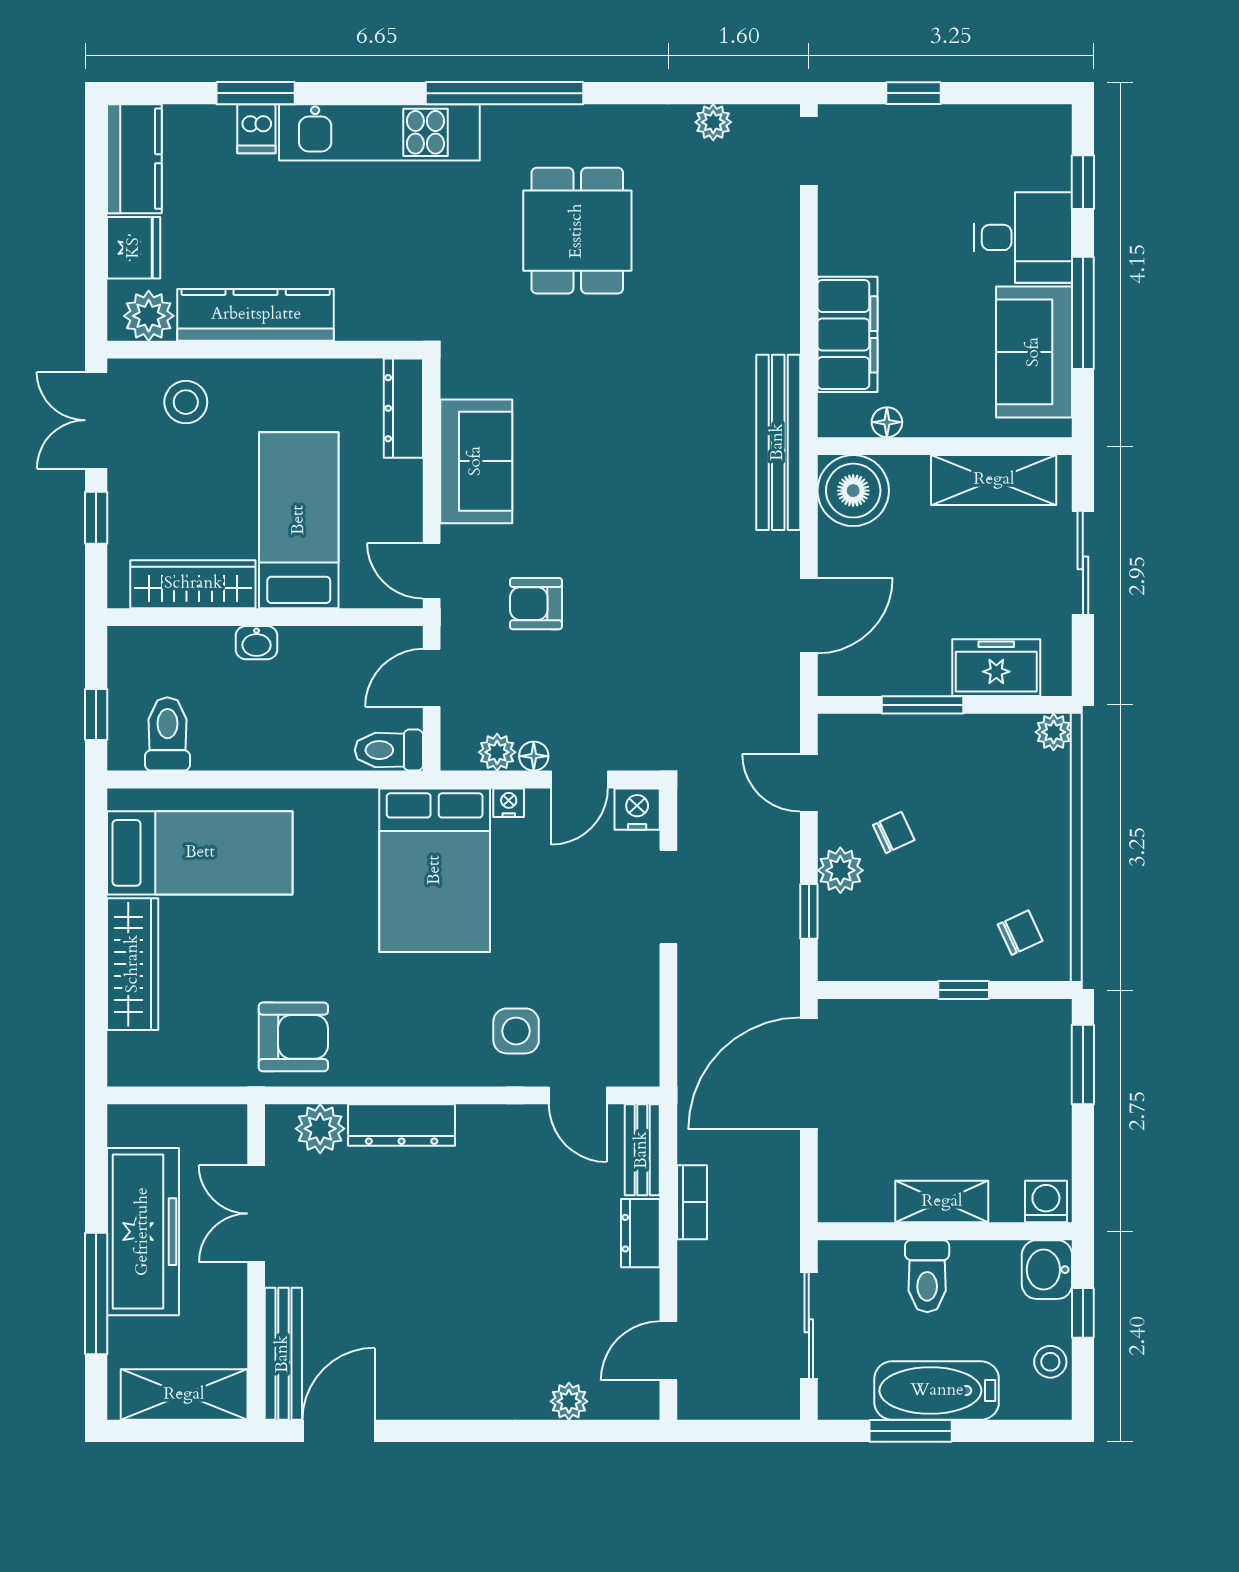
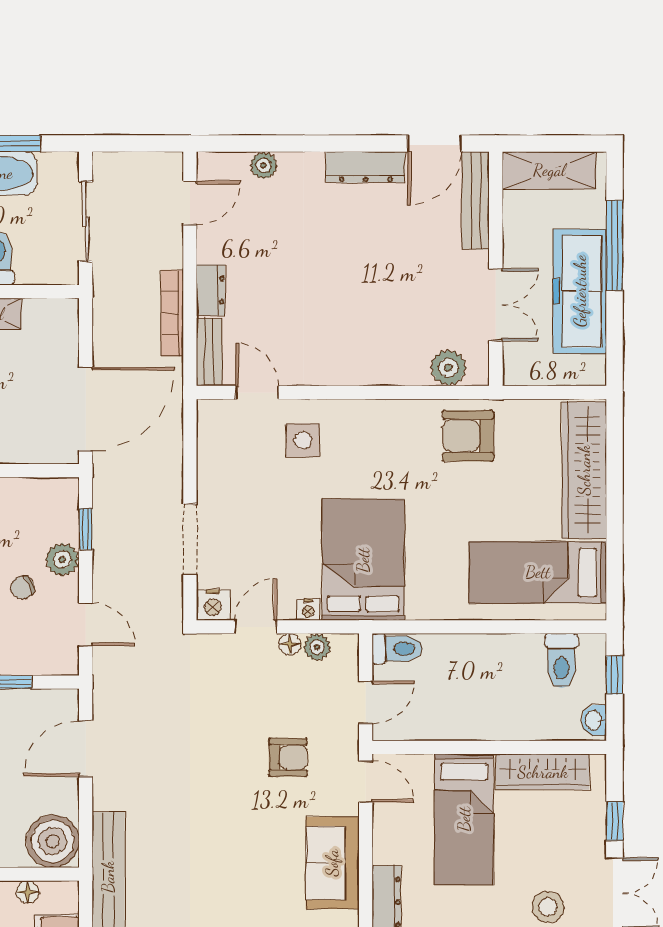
washbasin: (257, 643) -> (594, 720), moved, turned -90
wardrobe: (133, 964) -> (584, 470), width x1.40, depth x1.17
dresser: (402, 1125) -> (366, 167), moved, turned 180
bookcase: (692, 1202) -> (172, 313), width x1.56

